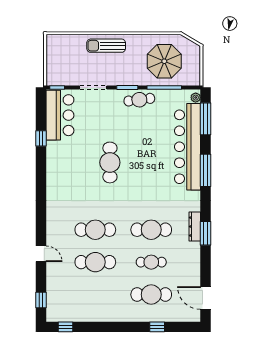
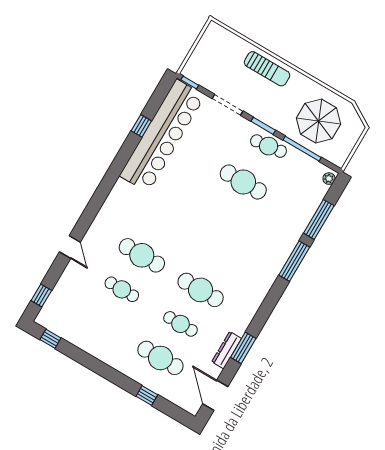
sun lounger: (106, 46) -> (267, 69), turned 180
bar counter: (60, 115) -> (162, 136), width x1.86
window: (206, 119) -> (319, 219), moved
bar counter: (188, 147) -> (290, 225), removed
cafe table: (110, 162) -> (243, 182), moved, turned 90
dresser: (195, 227) -> (227, 350), moved
window: (206, 233) -> (243, 348), moved
cafe table: (95, 262) -> (122, 289), width x0.73, depth x0.74

